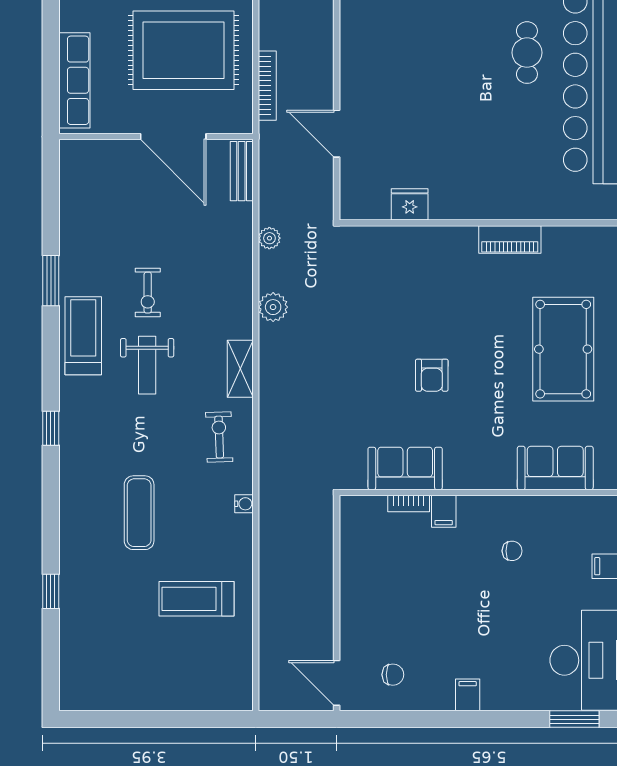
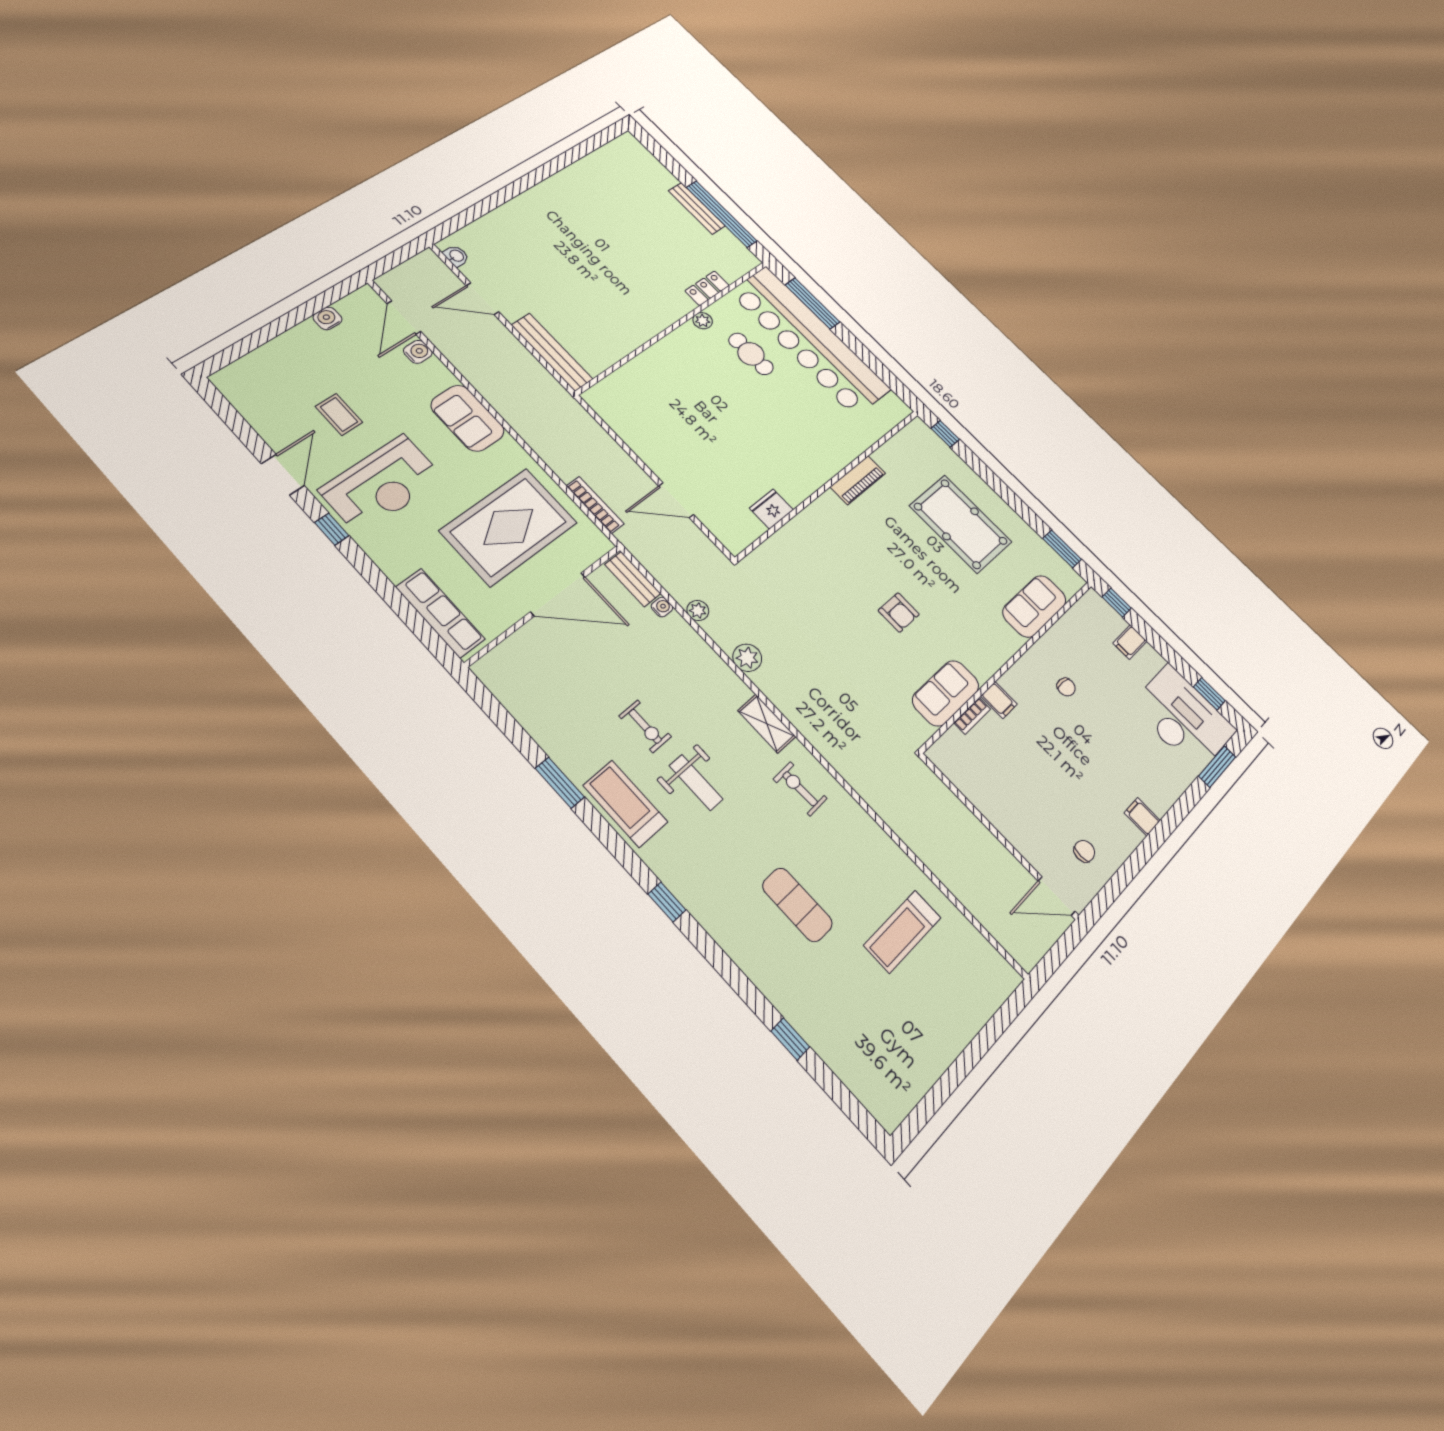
water cooler: (244, 504) -> (662, 607), moved
chair: (512, 551) -> (1066, 687), turned 96

